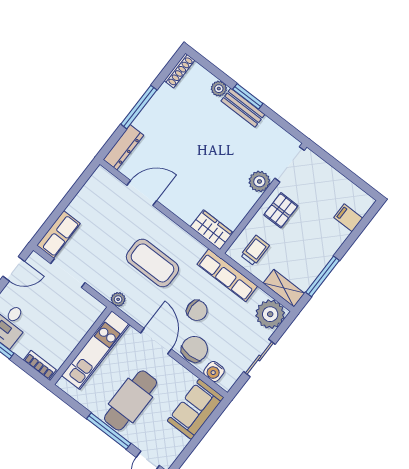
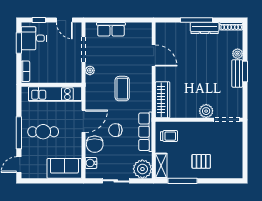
dresser: (123, 147) -> (205, 28), moved
pallet: (281, 210) -> (201, 161), moved
filing cabinet: (348, 218) -> (223, 171), removed
wardrobe: (212, 230) -> (163, 100), width x1.50
row of seats: (59, 234) -> (111, 29), moved
coffee table: (152, 263) -> (122, 89), width x0.73, depth x0.76
plant: (118, 299) -> (90, 70), moved
chair: (197, 310) -> (115, 130), turned 90
chair: (195, 349) -> (95, 144), turned 90
cafe table: (131, 400) -> (43, 132), width x0.73, depth x0.74

